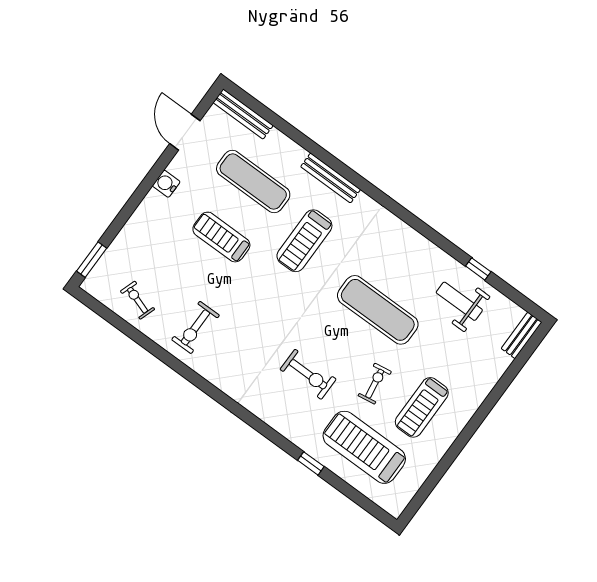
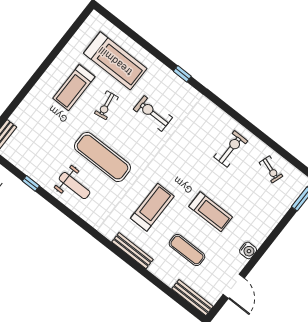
exercise mat: (253, 182) -> (187, 250), width x0.73, depth x0.69
weight bench: (459, 301) -> (75, 186), moved
treadmill: (422, 407) -> (74, 88), turned 180
window: (311, 463) -> (182, 74), moved

